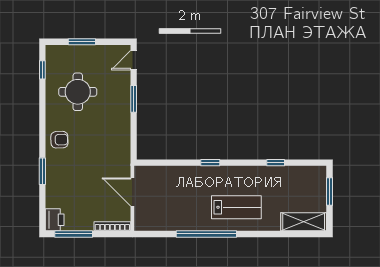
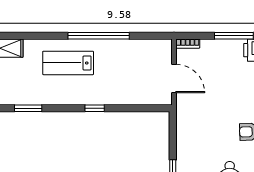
window: (276, 163) -> (28, 108), width x1.50
bookcase: (112, 226) -> (188, 44), width x0.64

